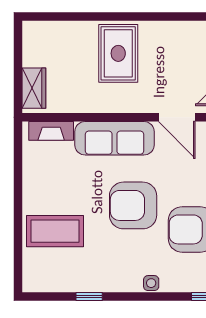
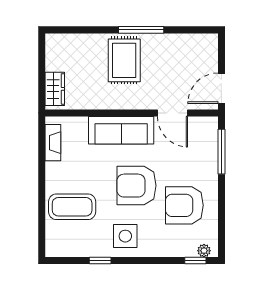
window: (139, 16) -> (141, 30), added
fireplace: (51, 131) -> (53, 143), moved, turned -90
side table: (151, 283) -> (125, 236), moved, width x1.87, depth x1.87

